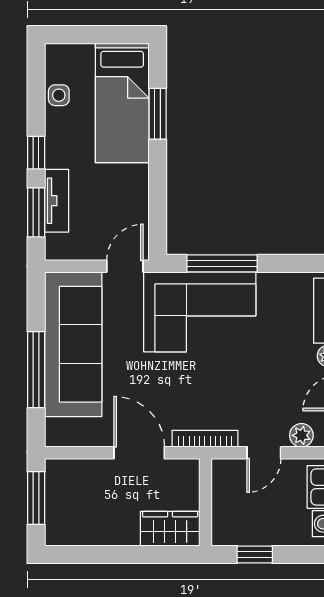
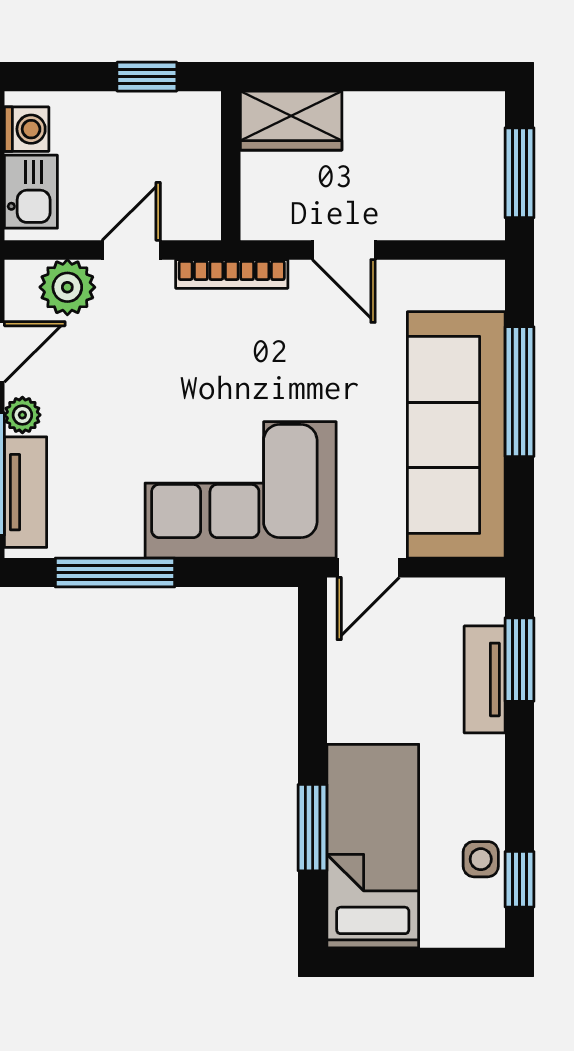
window: (36, 153) -> (520, 879), moved
window: (222, 263) -> (115, 573), moved
plant: (301, 435) -> (67, 287), width x1.38, depth x1.38
door: (139, 453) -> (344, 250), width x0.73

